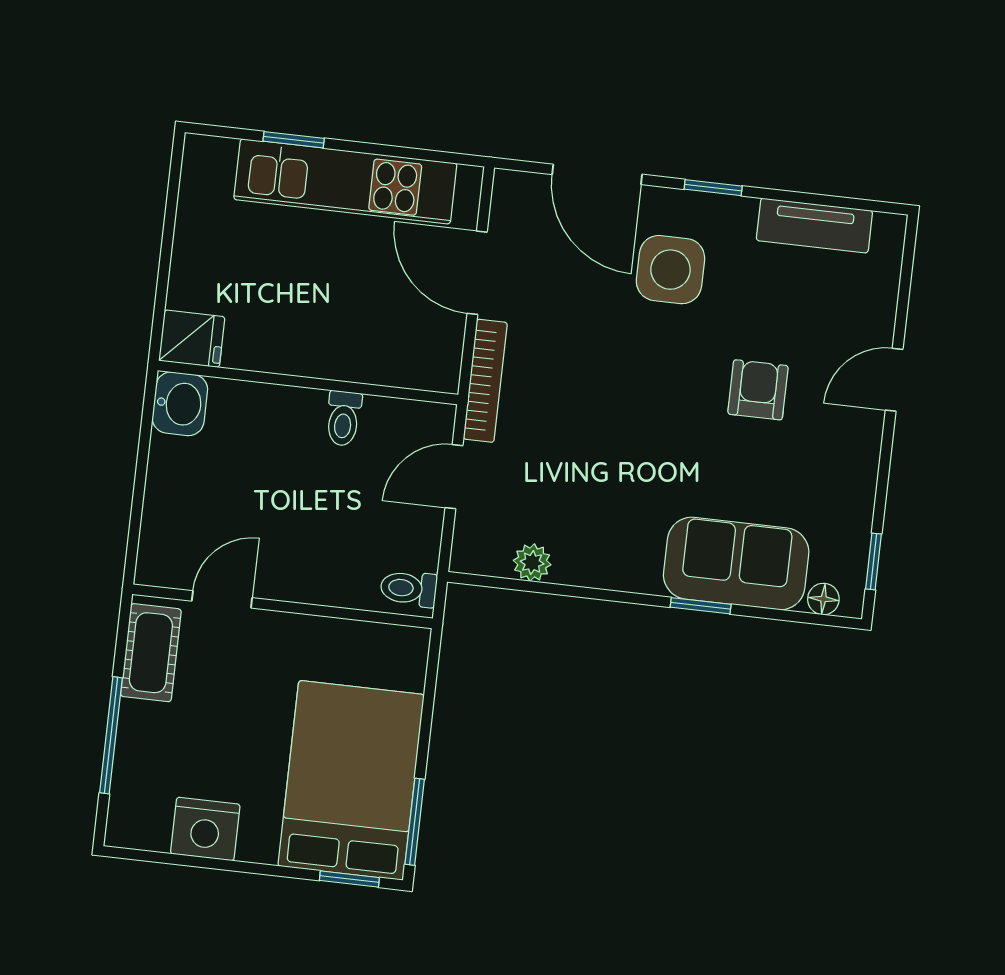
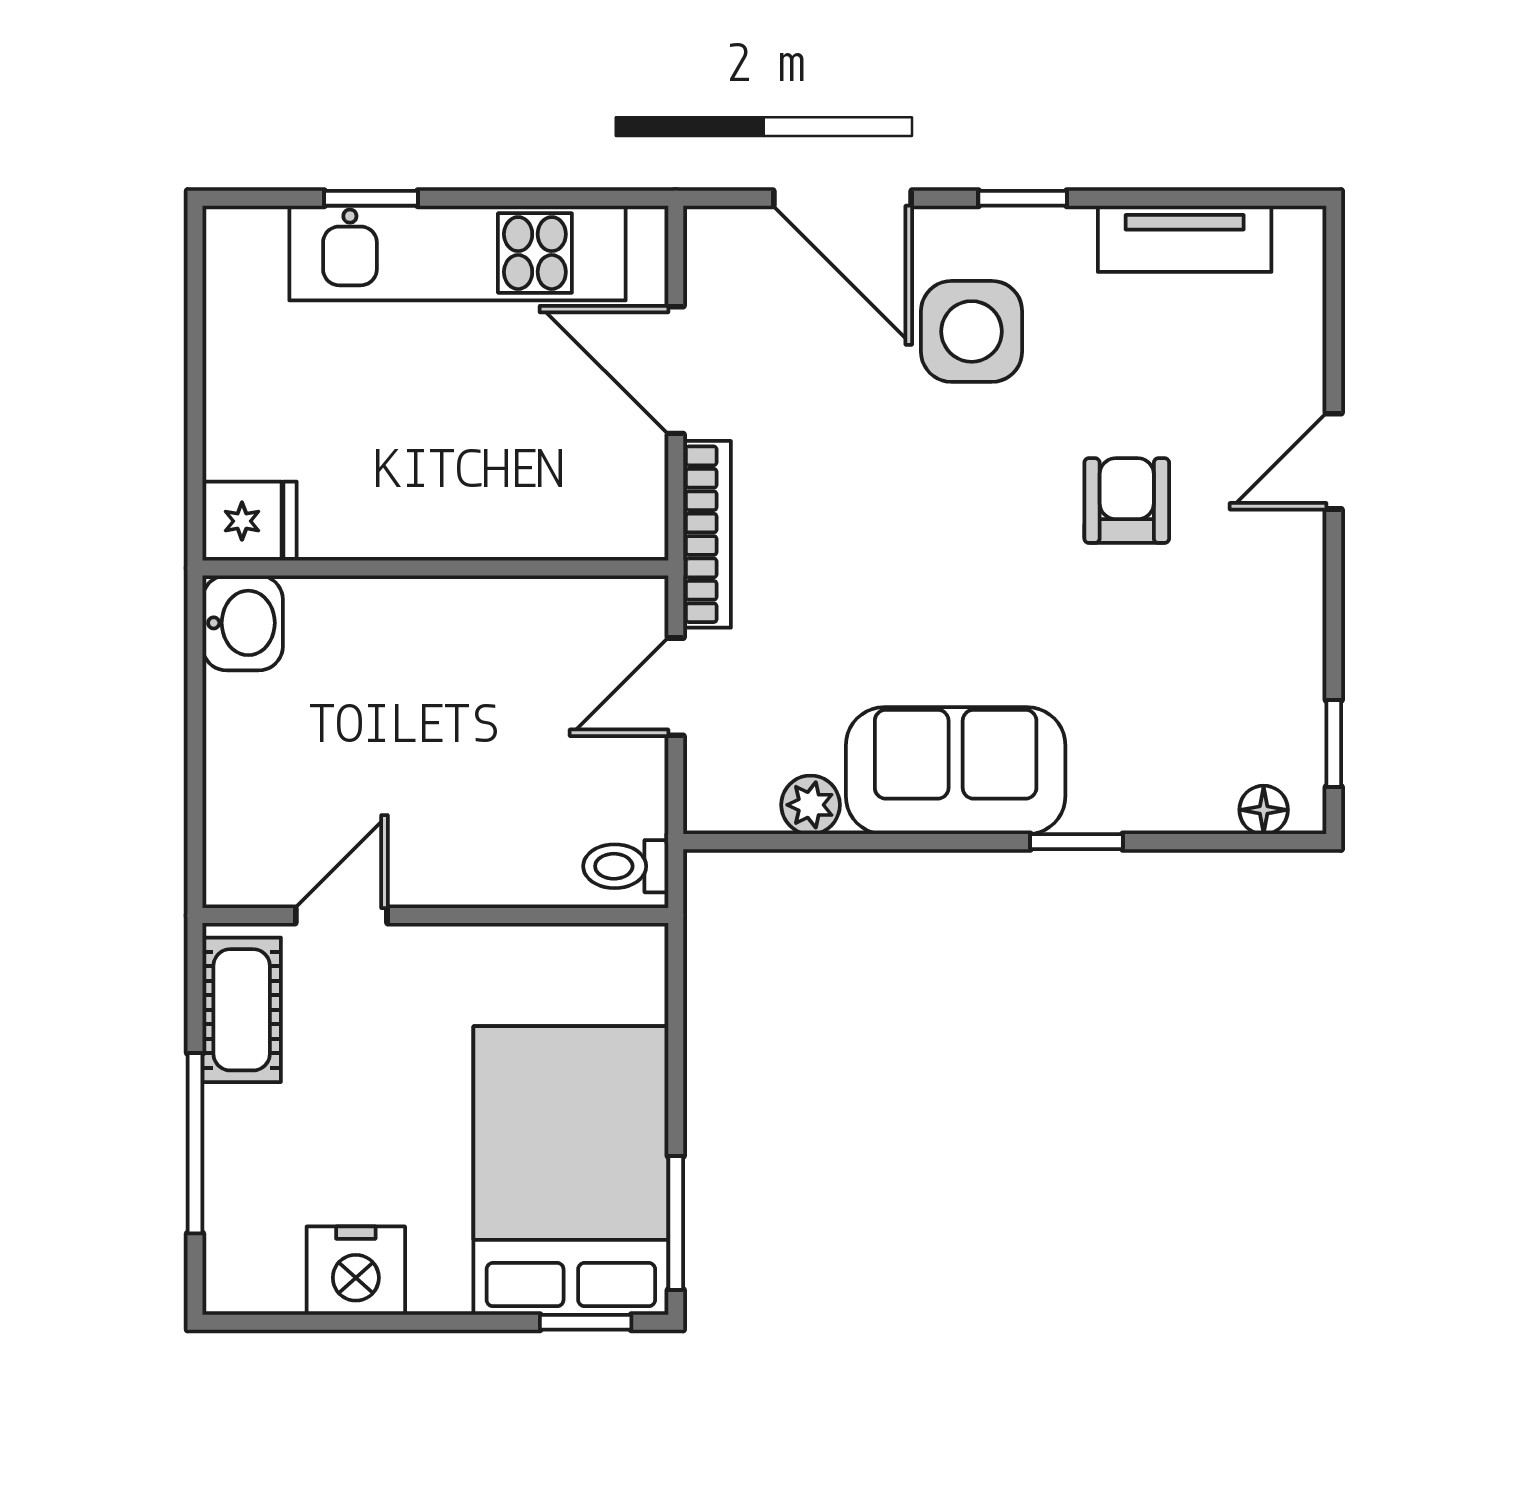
toilet: (343, 418) -> (496, 617), removed
sofa: (736, 564) -> (956, 771), moved

